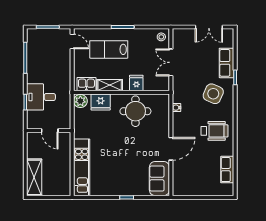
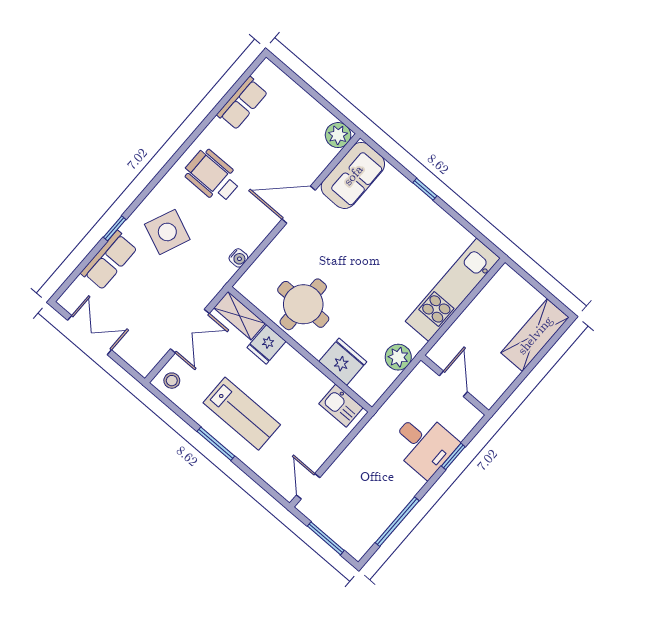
lab bench: (109, 49) -> (242, 414), moved
shelving: (110, 85) -> (239, 316), moved
plant: (80, 101) -> (398, 357), moved
plant: (179, 189) -> (338, 135), added

